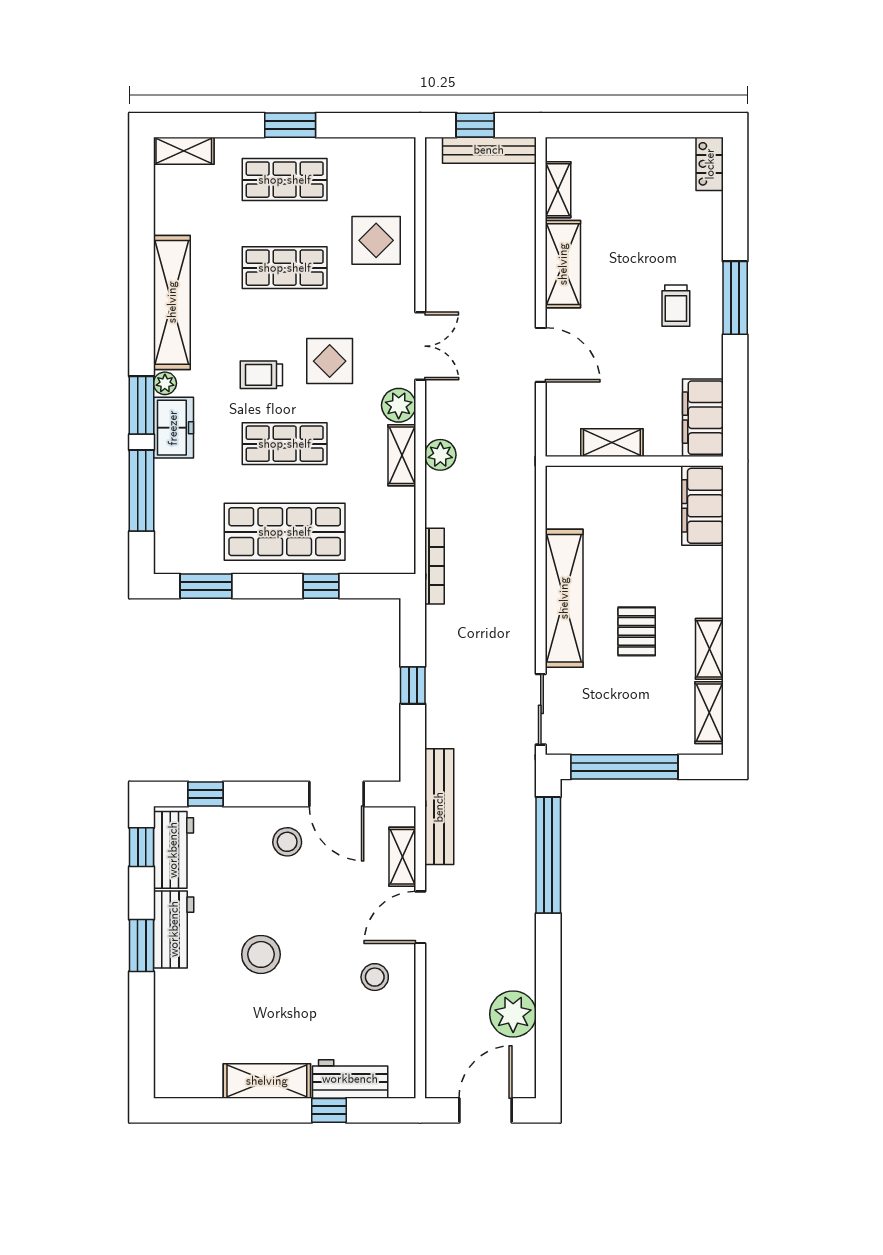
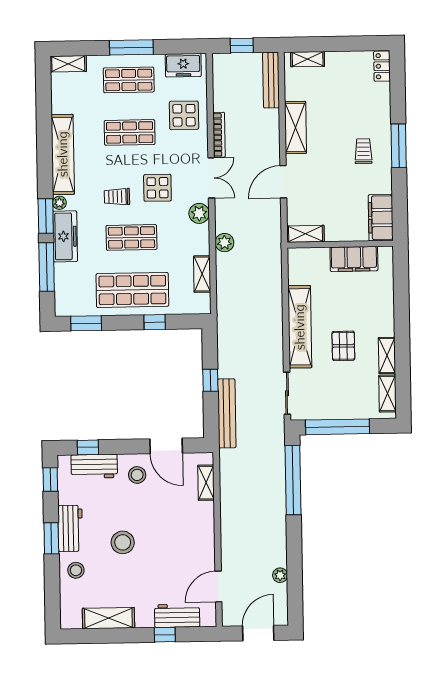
window: (290, 125) -> (131, 47), width x1.44
bench: (489, 150) -> (271, 80), moved, turned 90
freezer: (376, 157) -> (183, 65), added
shelving: (558, 190) -> (308, 59), moved, turned 90
trolley: (676, 306) -> (363, 151), turned 180
door: (541, 355) -> (283, 182), swing flipped
freezer: (173, 428) -> (65, 236), width x1.40
shelving: (612, 443) -> (305, 234), moved
shelving: (402, 455) -> (202, 274), moved
filing cabinet: (702, 506) -> (354, 259), moved, turned -90
bookcase: (434, 566) -> (219, 135), moved
bench: (439, 807) -> (227, 413), moved
workbench: (173, 850) -> (94, 466), moved, turned 90
door: (420, 917) -> (218, 587), moved
stool: (375, 977) -> (76, 570), moved
plant: (513, 1014) -> (280, 575), width x0.53, depth x0.53
shelving: (267, 1081) -> (108, 618), moved

